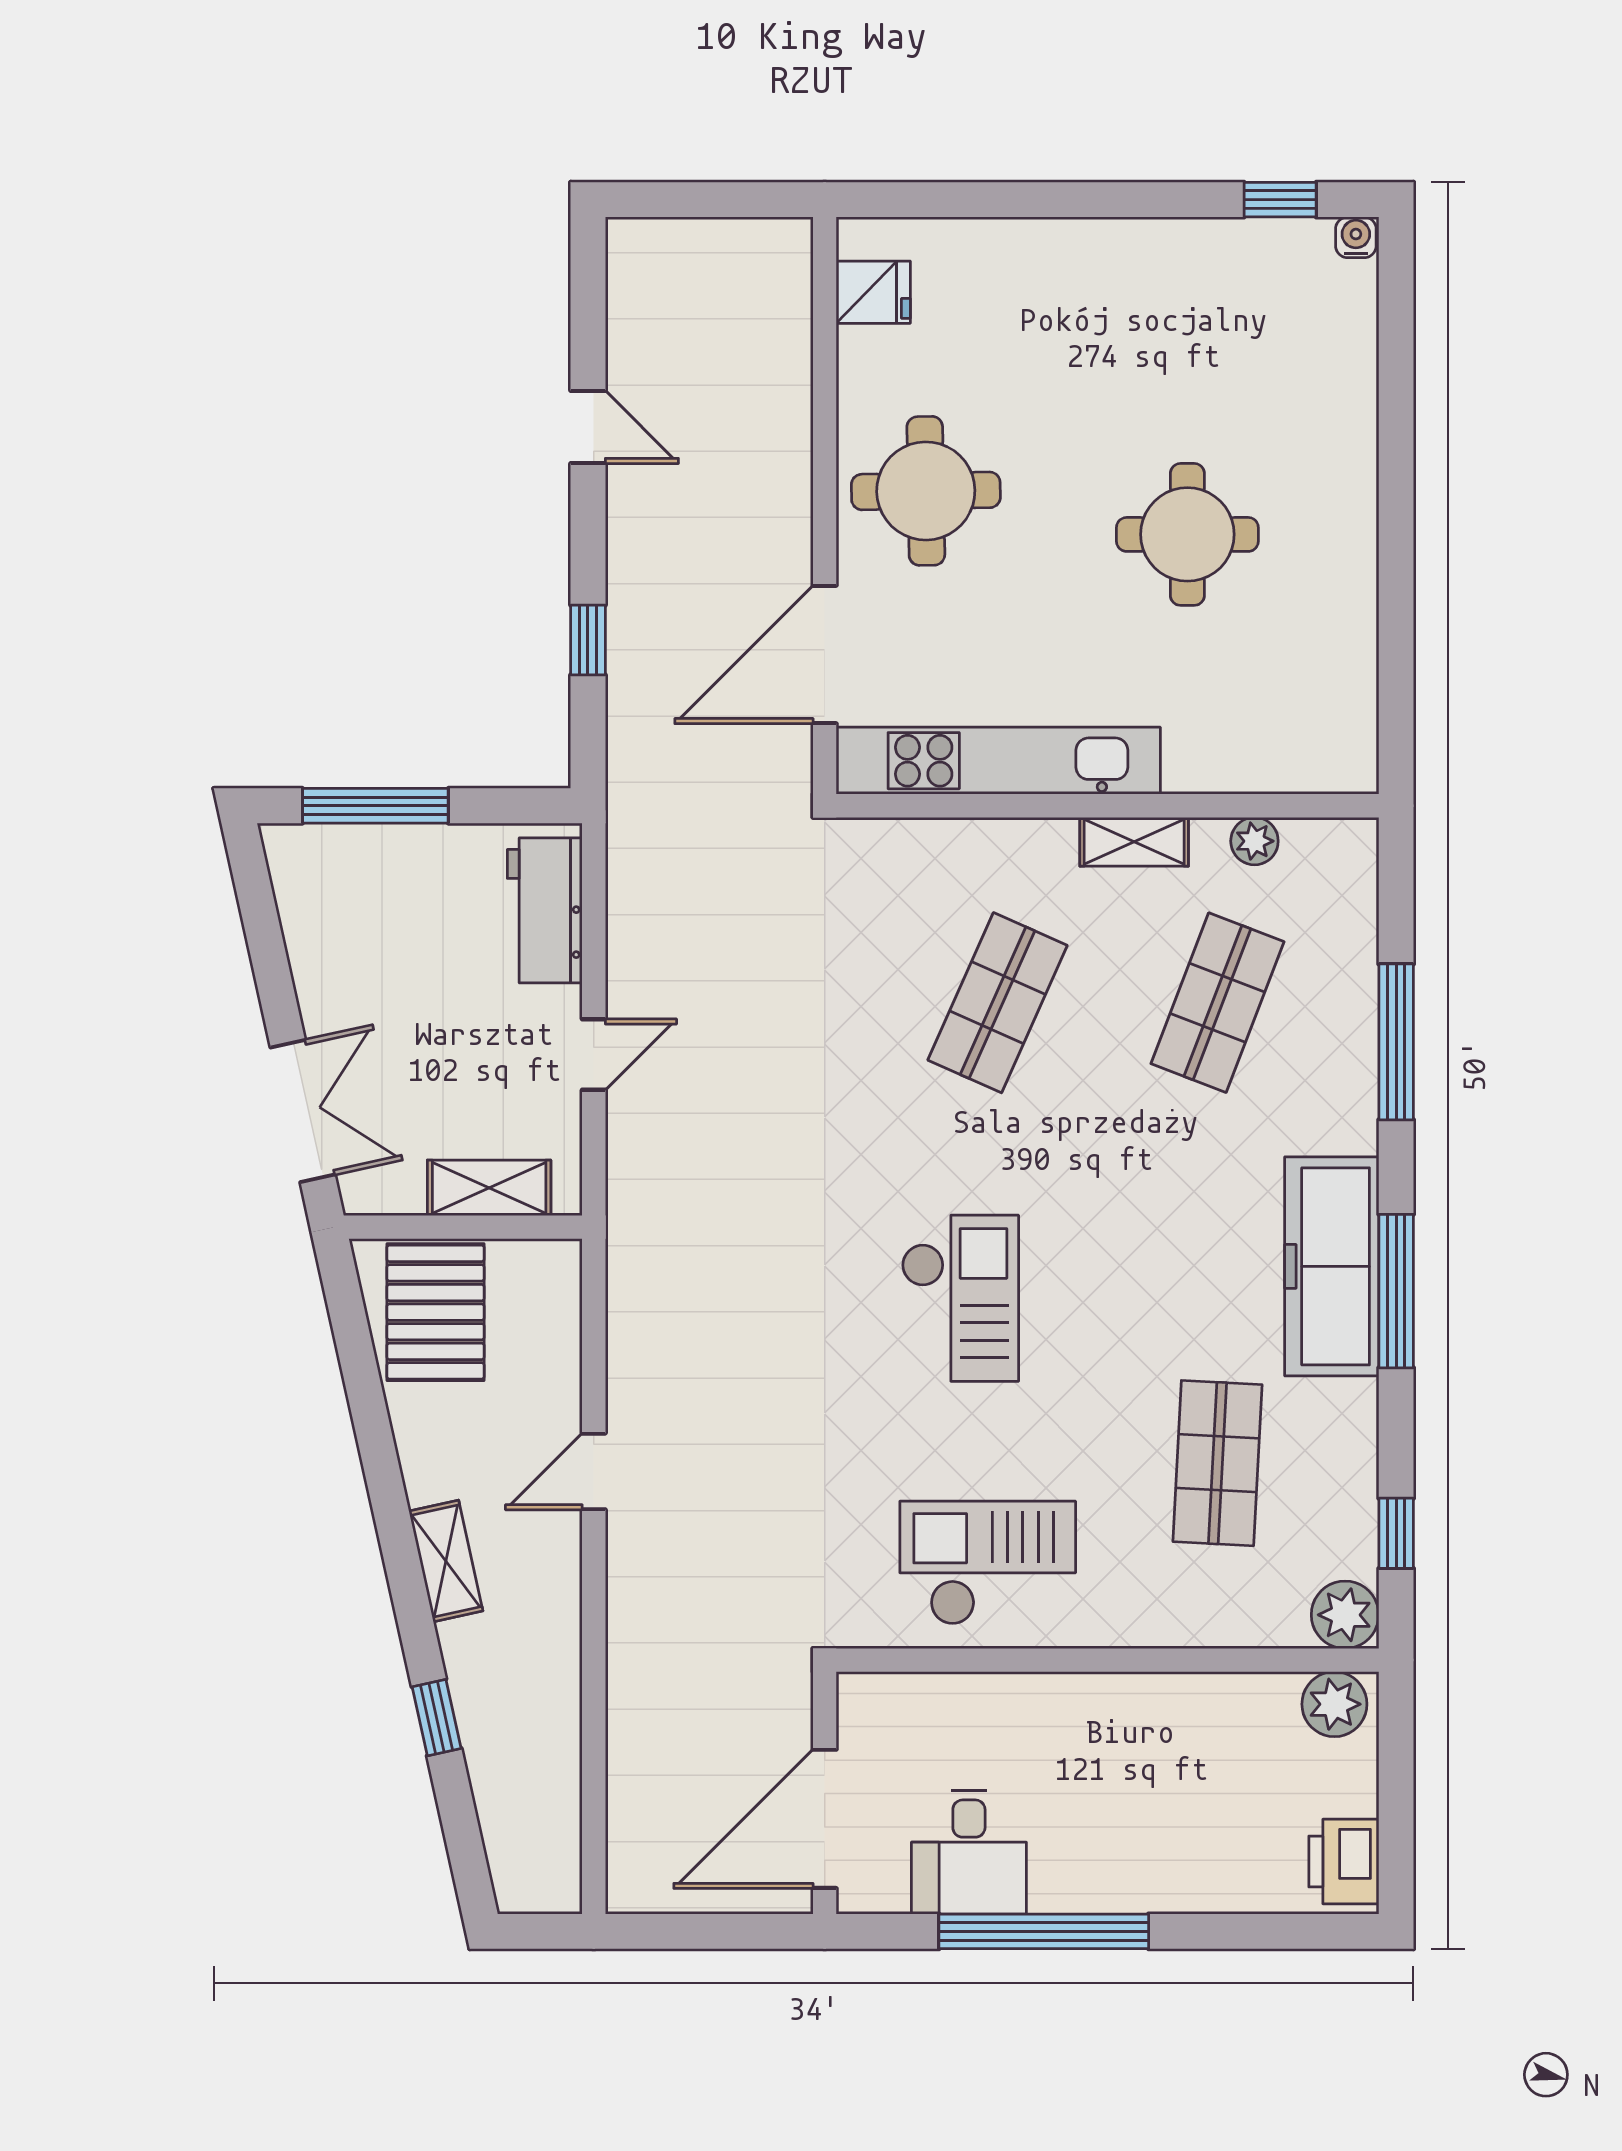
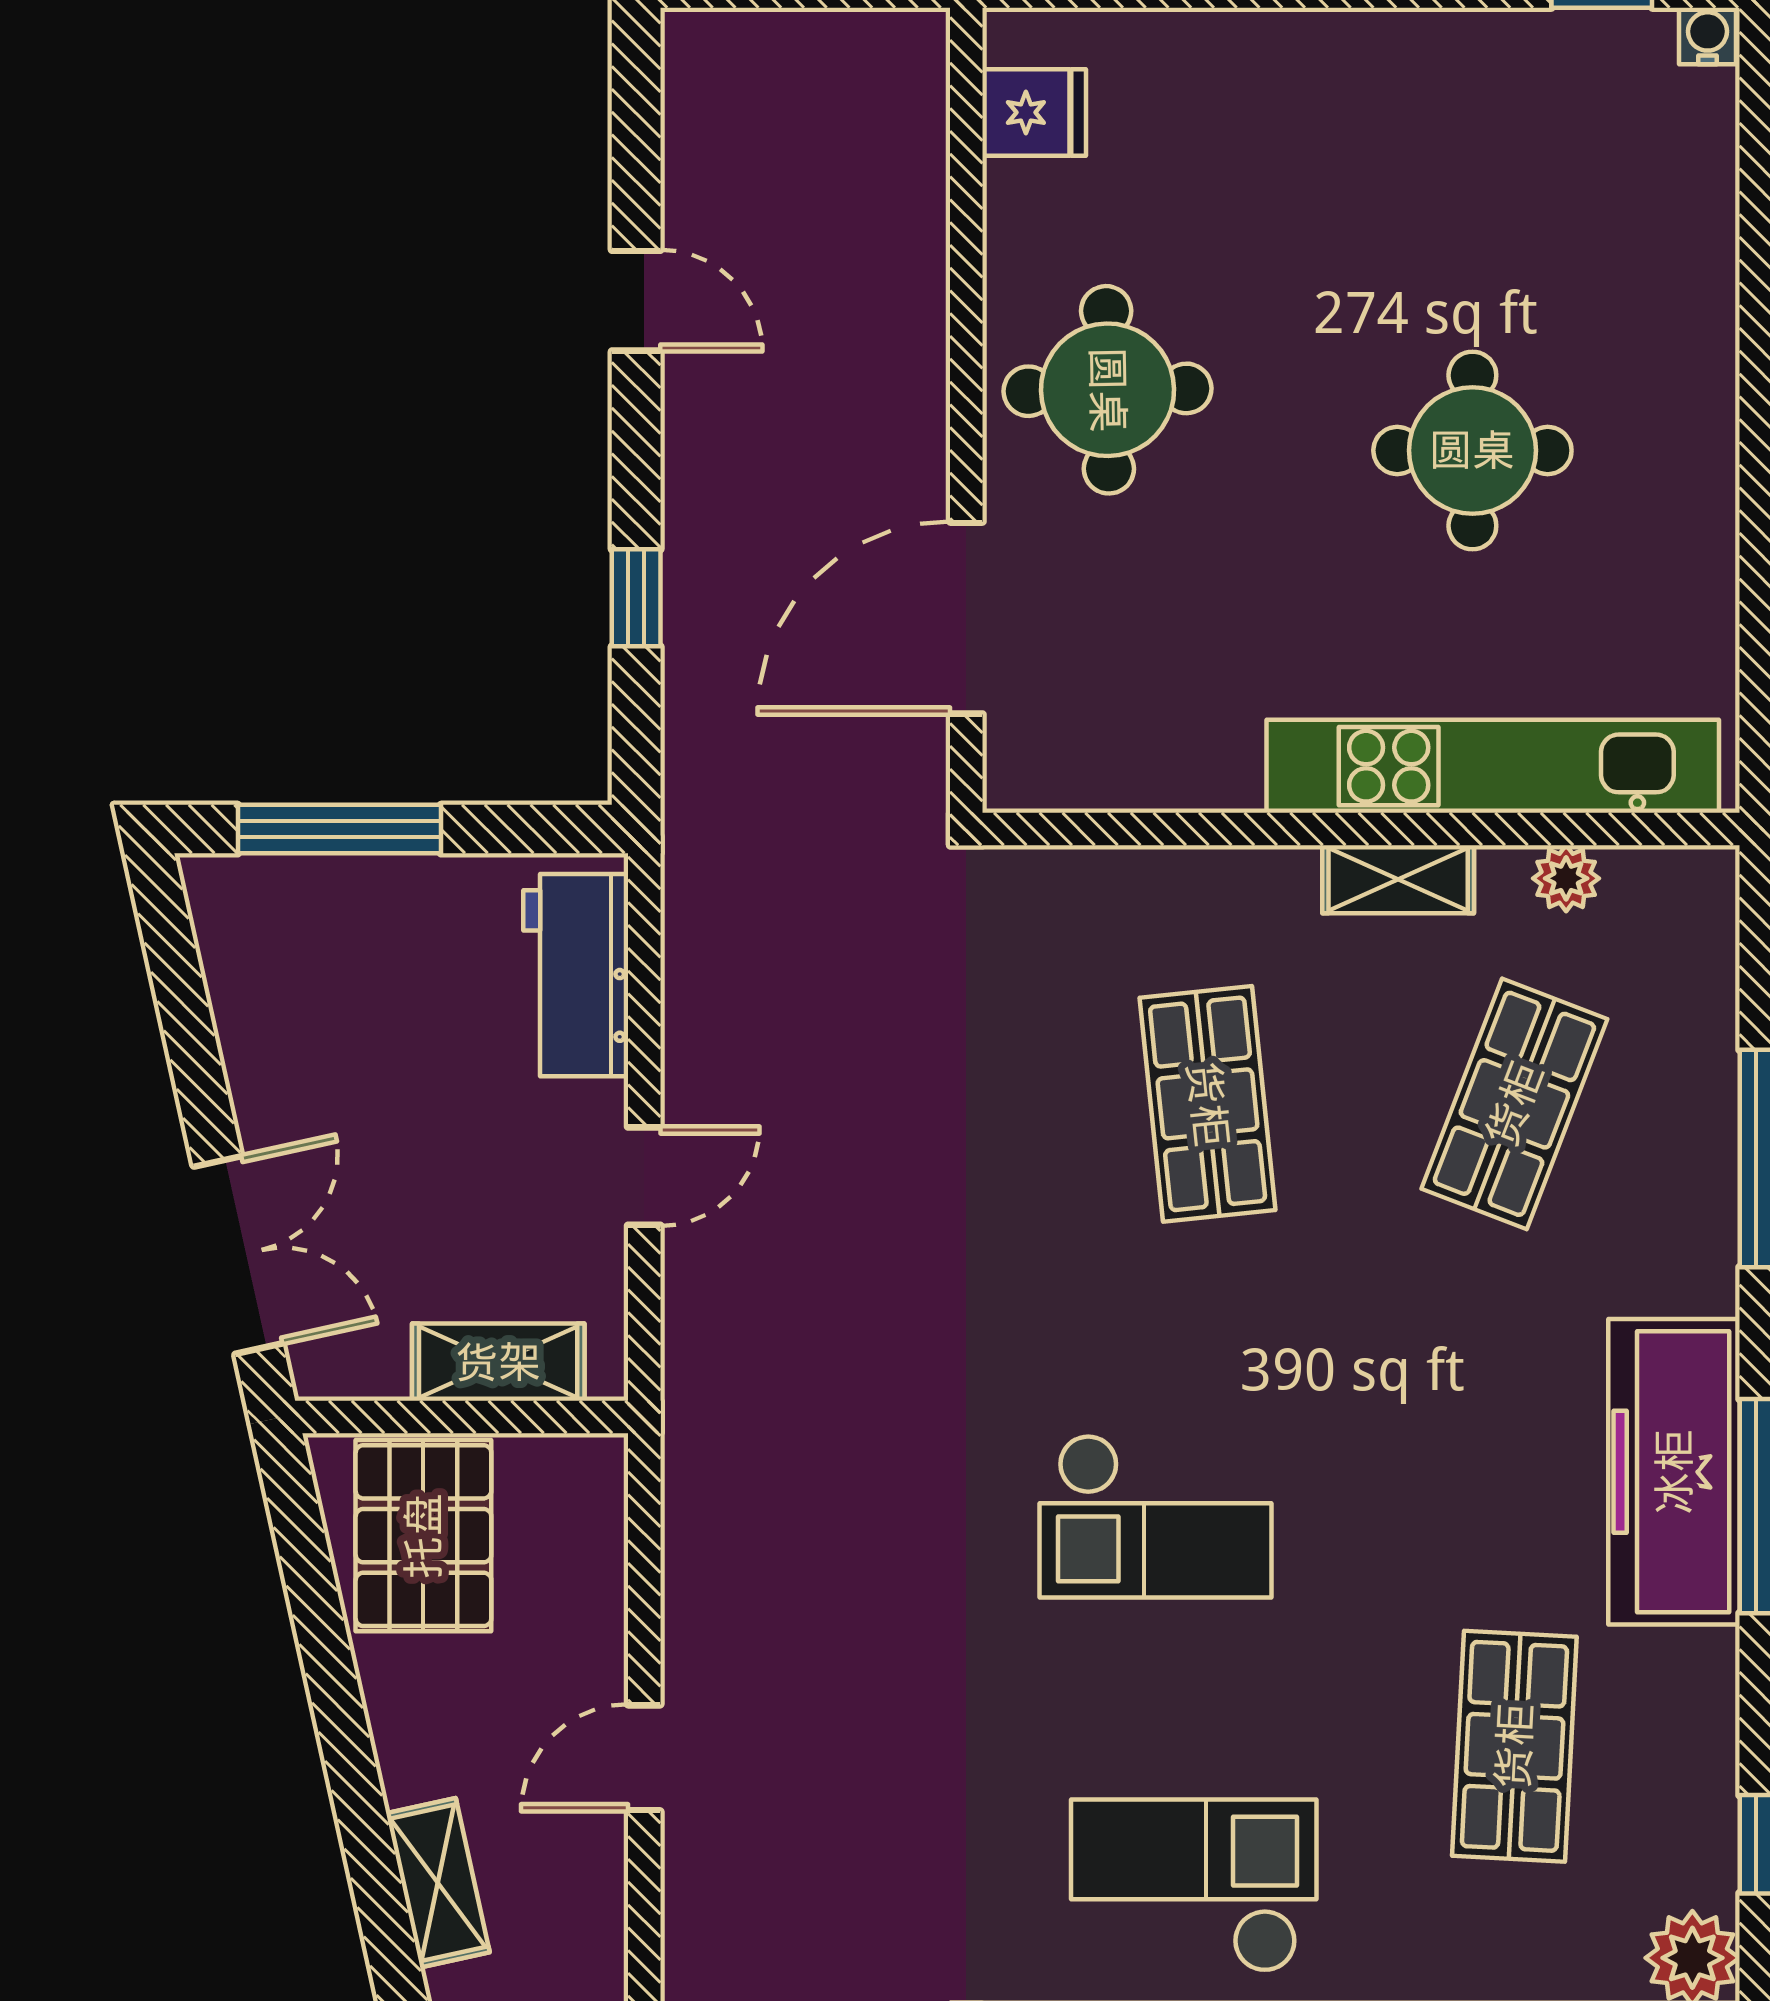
kitchen unit: (998, 761) -> (1493, 766), moved
shop shelf: (998, 1003) -> (1208, 1104), turned -30
checkout: (960, 1298) -> (1155, 1516), turned 90

